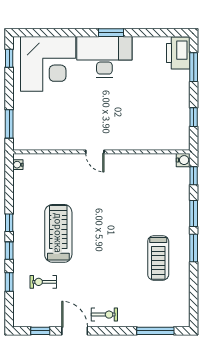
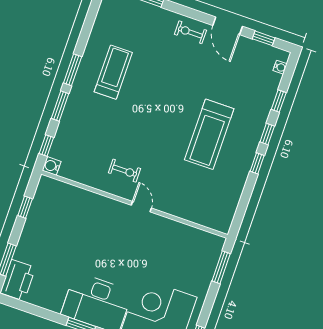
water cooler: (18, 165) -> (280, 67), moved
exercise bike: (43, 282) -> (125, 171), moved

